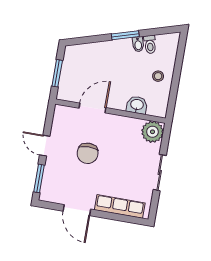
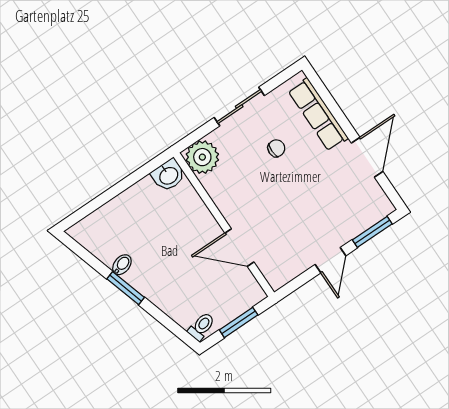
toilet: (150, 44) -> (201, 326), moved
stool: (158, 76) -> (136, 209), removed
washbasin: (137, 105) -> (168, 175), moved, turned -90
chair: (88, 153) -> (276, 148), moved, width x0.54, depth x0.54

